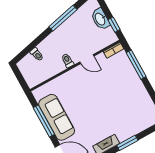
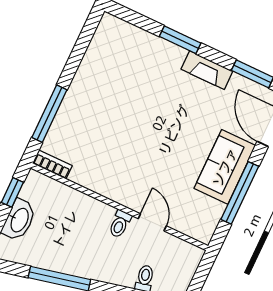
door: (87, 59) -> (152, 222), moved
sofa: (57, 117) -> (225, 167), width x0.73

